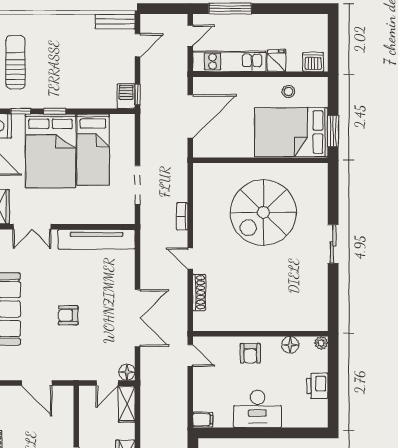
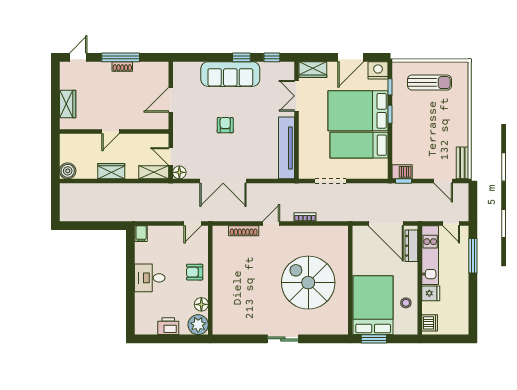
dresser: (218, 85) -> (411, 246), added
plant: (321, 343) -> (198, 325), width x1.88, depth x1.88
desk: (257, 409) -> (150, 278), width x0.73

